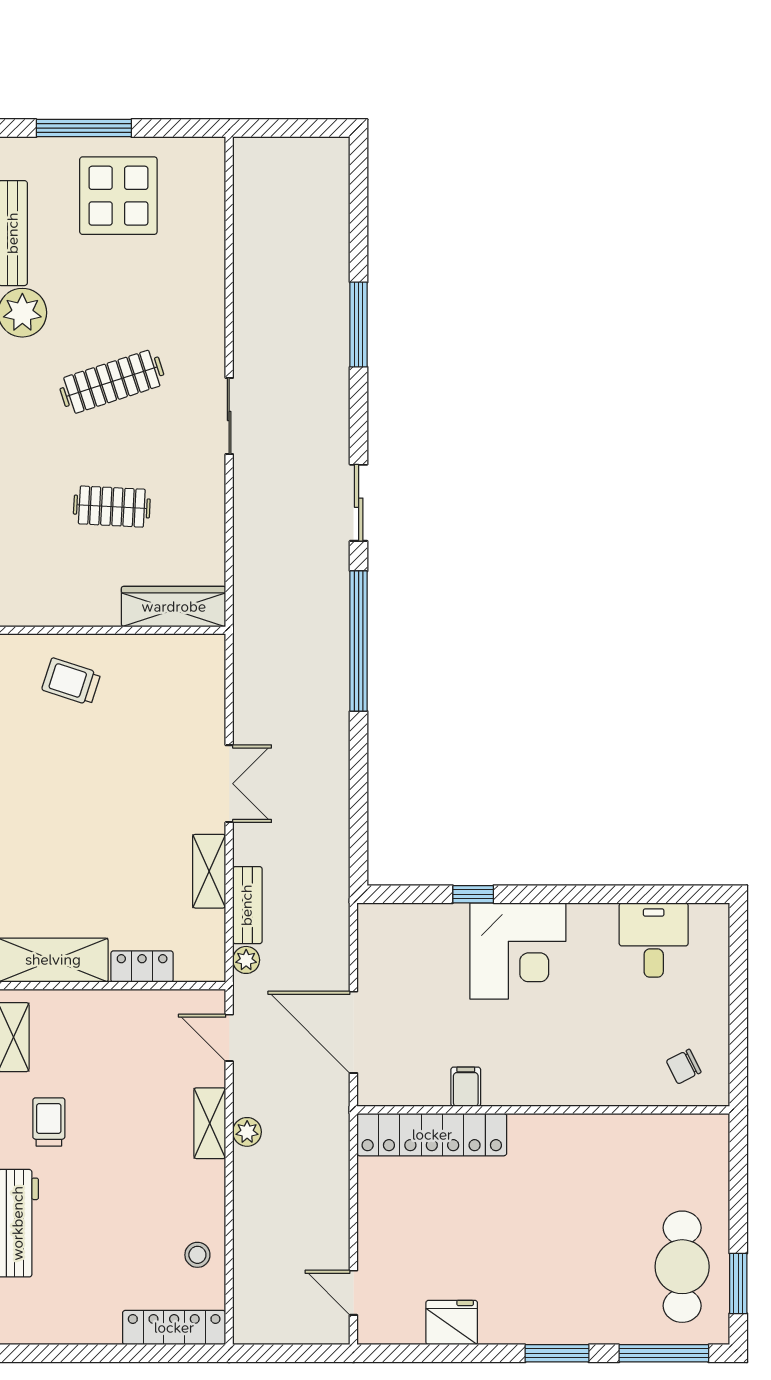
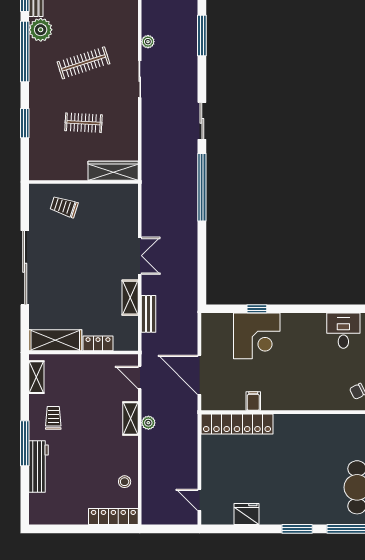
corner desk: (518, 951) -> (257, 336), moved
plant: (246, 960) -> (148, 42), moved

